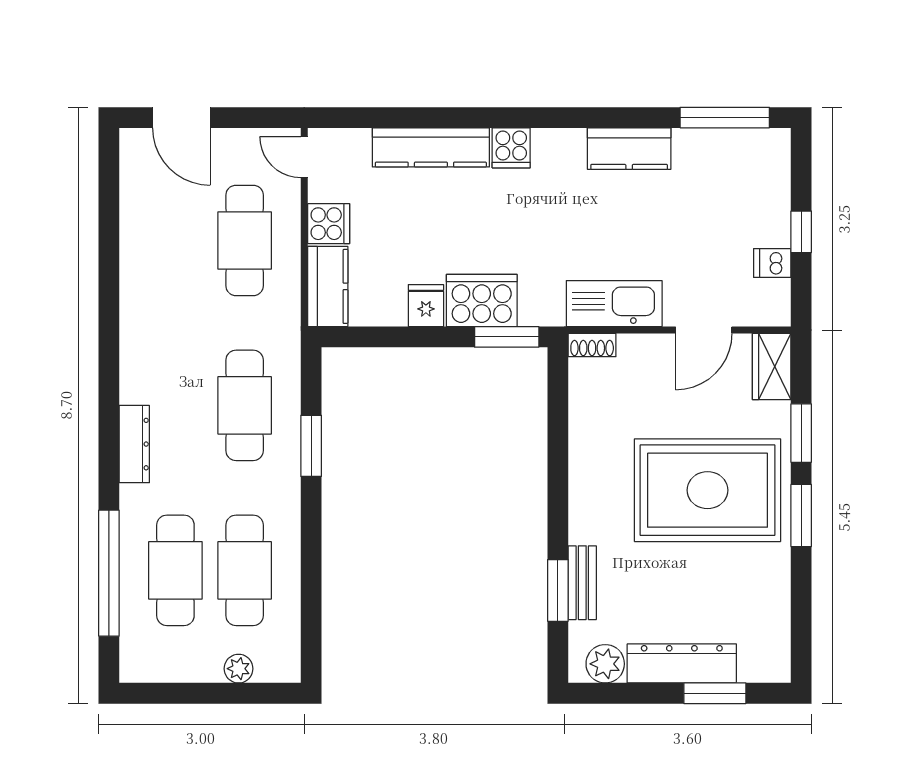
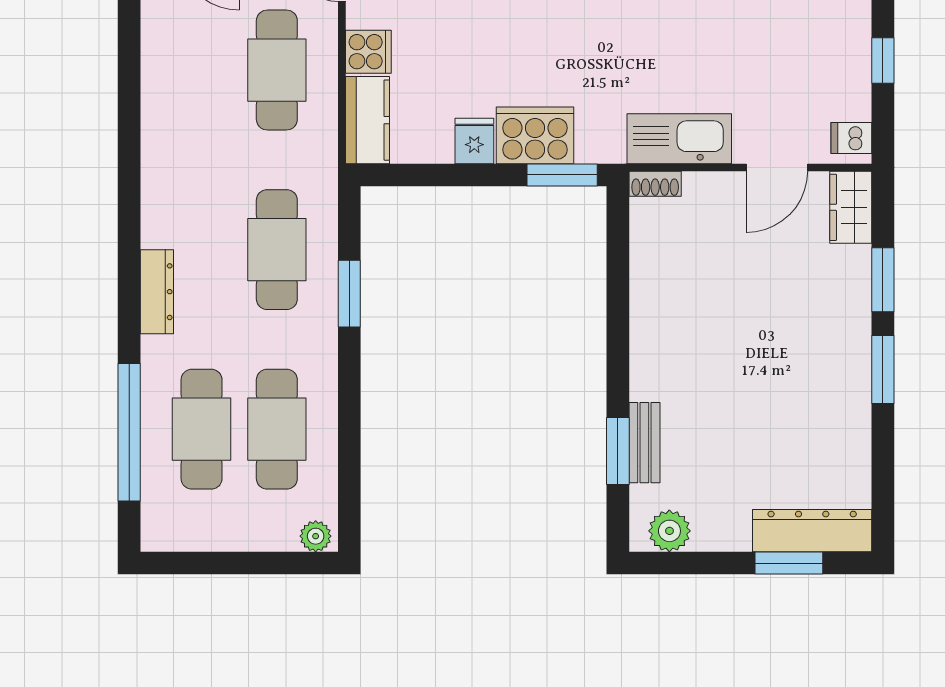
dishwasher: (772, 263) -> (851, 138), moved
rug: (708, 490) -> (781, 342), removed
dresser: (682, 663) -> (812, 531), moved
plant: (239, 669) -> (316, 536), moved

